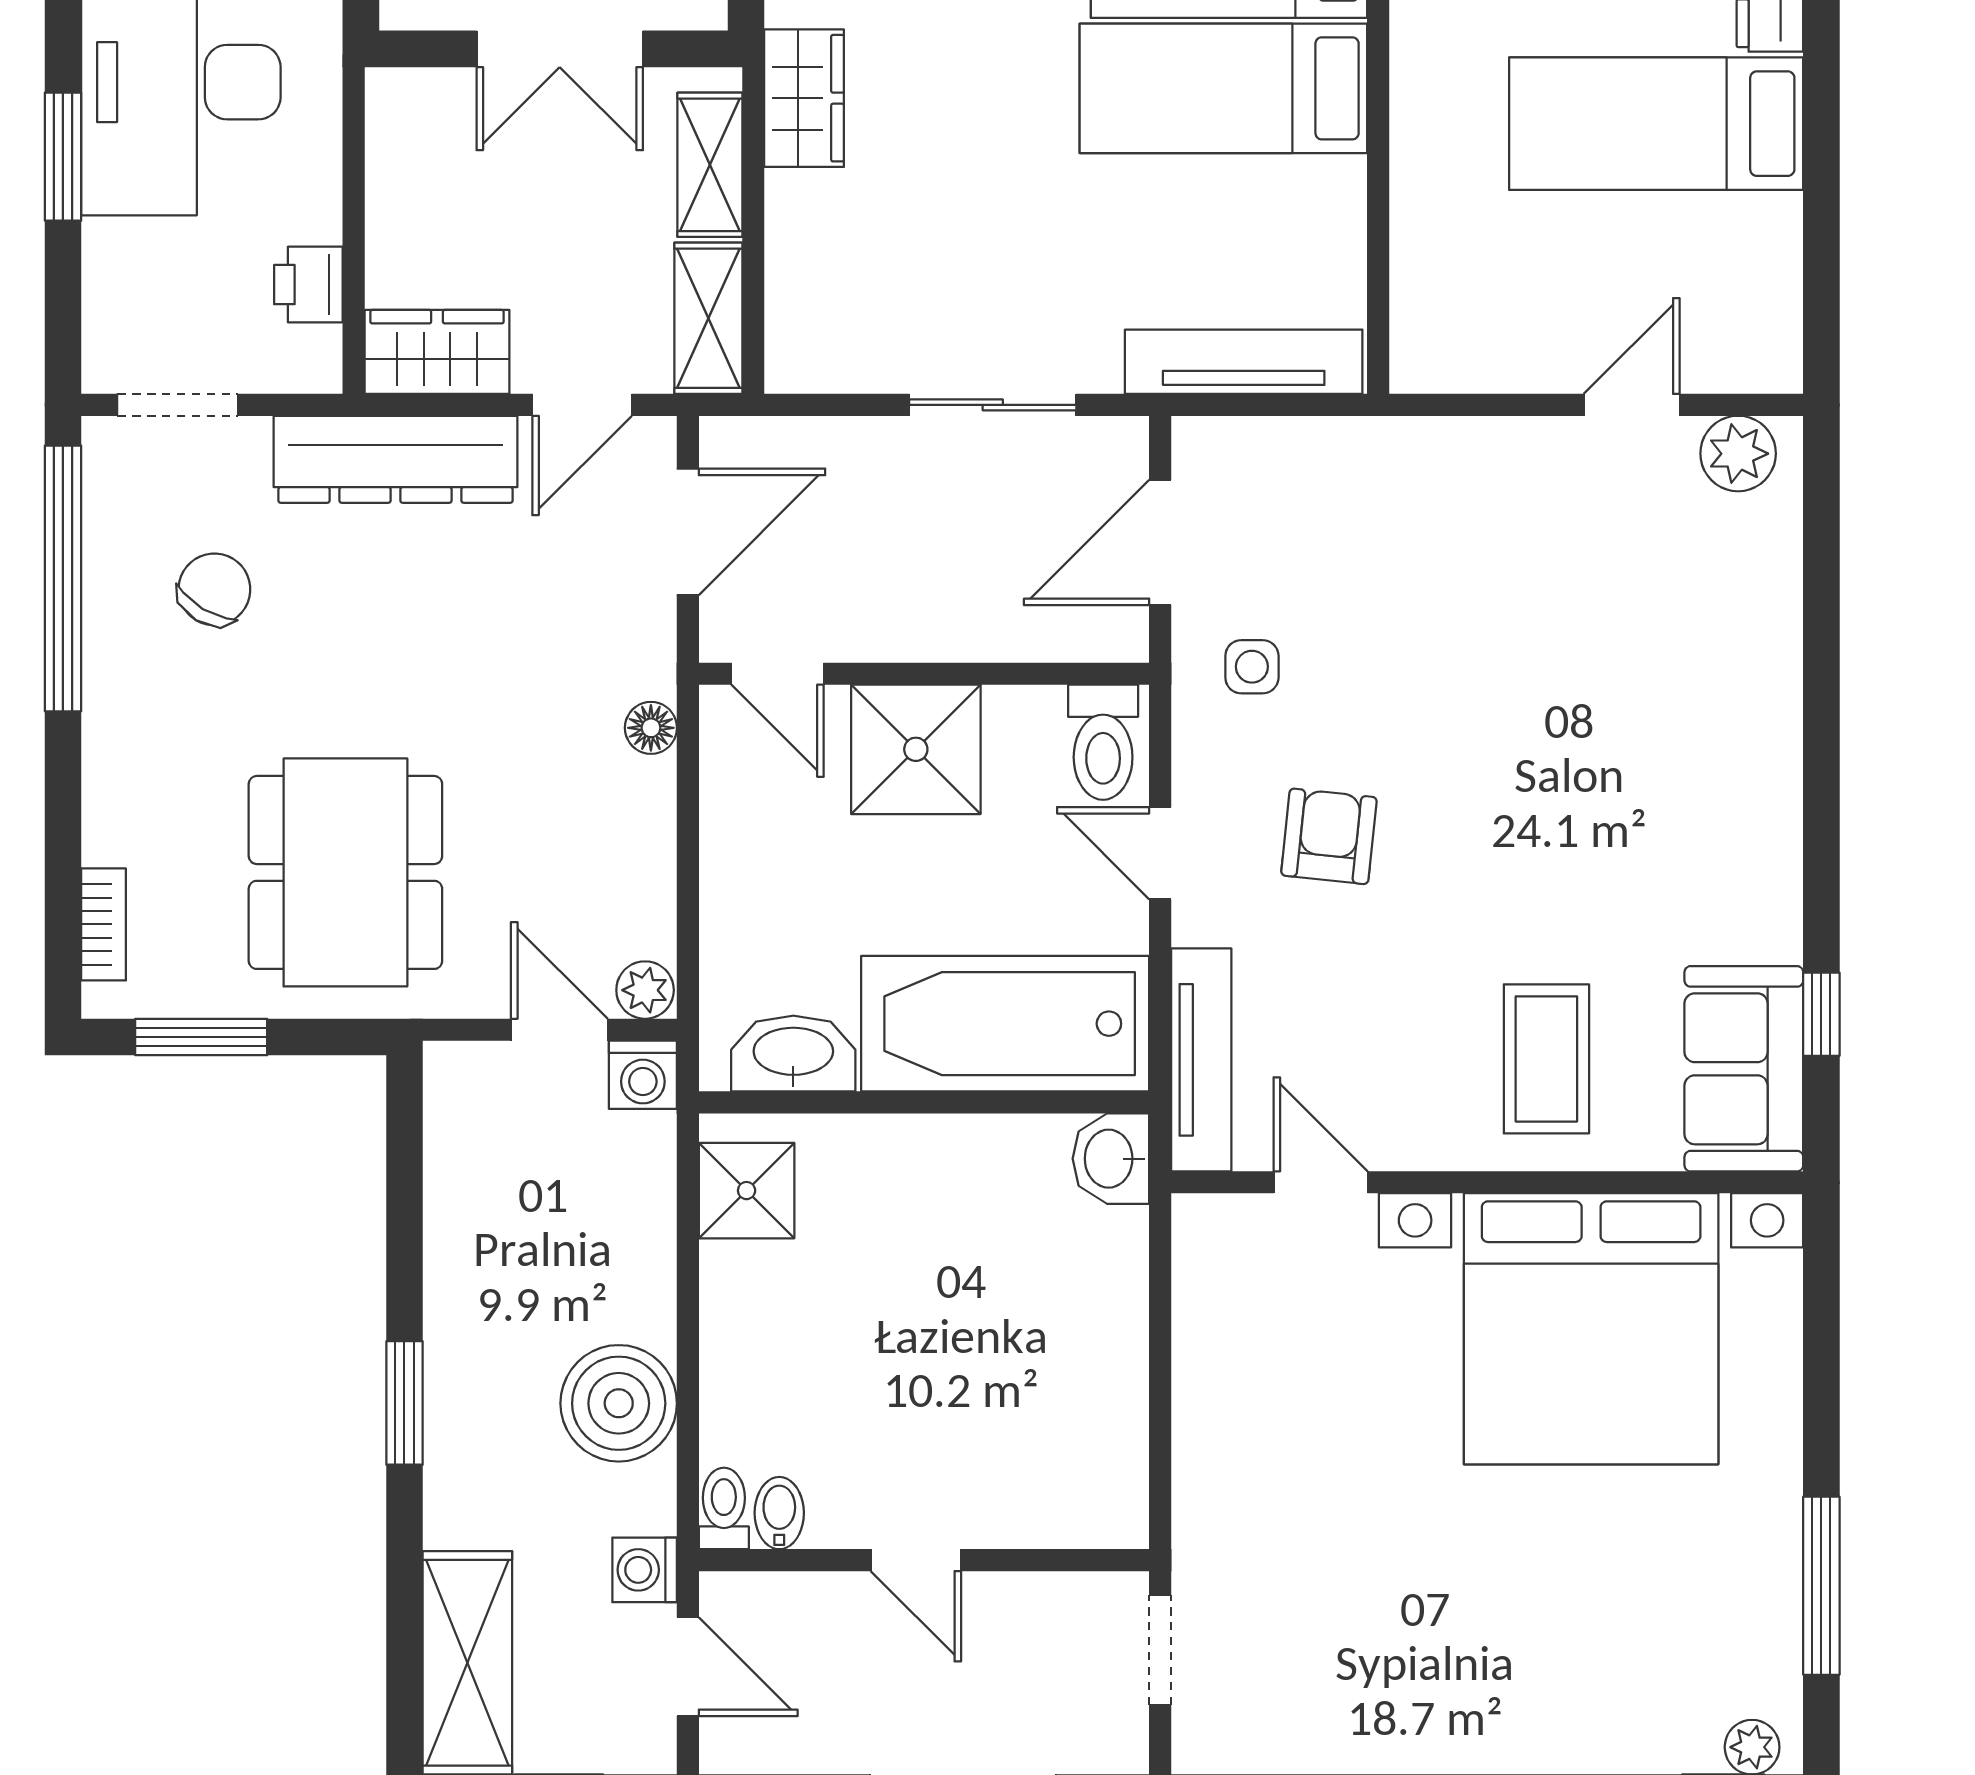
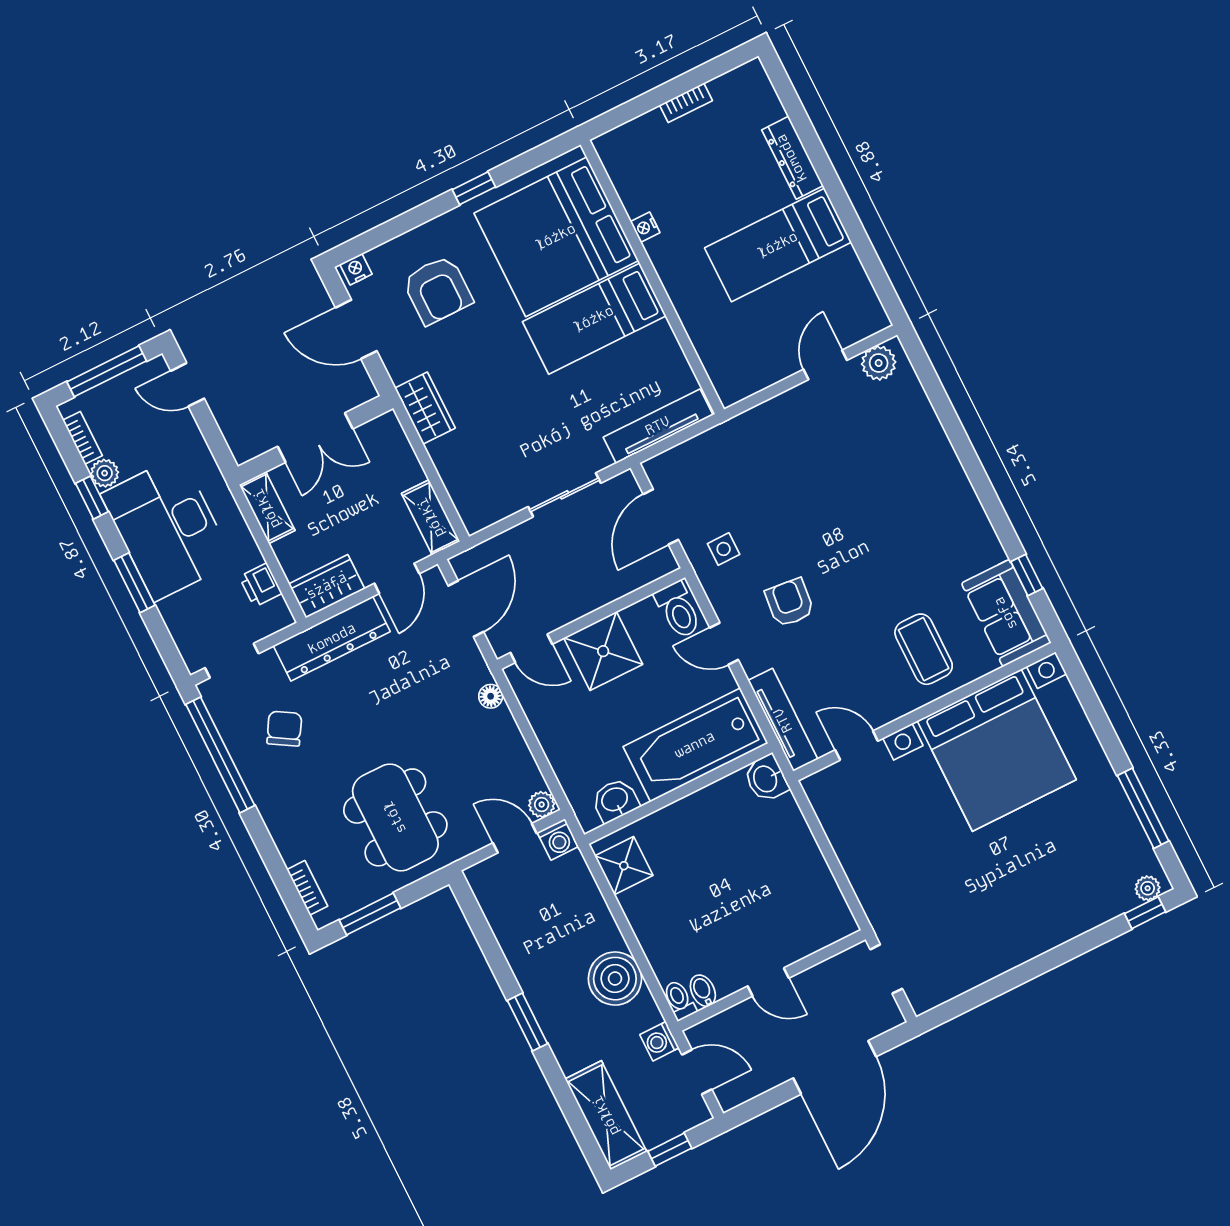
shelving: (710, 165) -> (267, 508), moved
washbasin: (793, 1054) -> (615, 800), width x0.72

